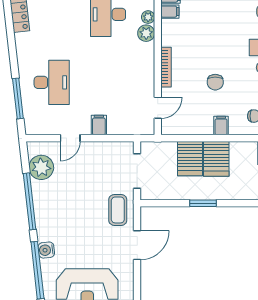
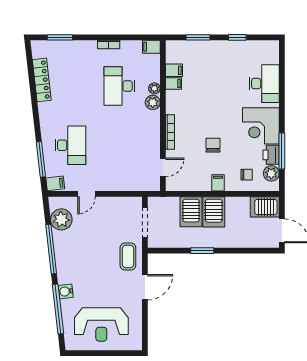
chair: (215, 82) -> (213, 145), turned 180
filing cabinet: (99, 125) -> (55, 183), moved, turned 84

